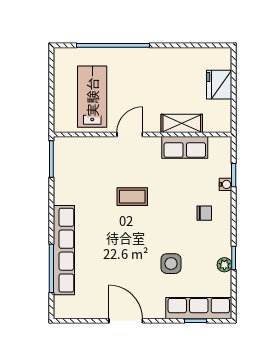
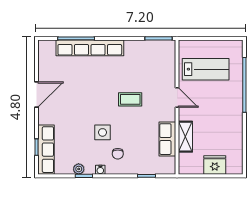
water cooler: (226, 184) -> (100, 170), moved
coffee table: (132, 197) -> (130, 99), turned 90
side table: (171, 264) -> (103, 132), moved

